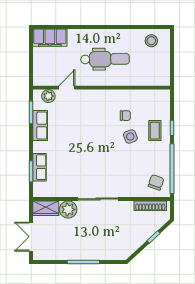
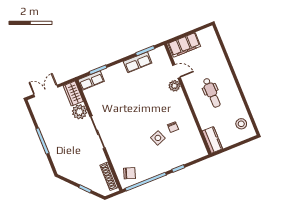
filing cabinet: (50, 38) -> (184, 45), moved, turned -90
dental chair: (105, 59) -> (212, 93), width x0.73, depth x0.72
kitchen counter: (156, 79) -> (212, 140), added
plant: (48, 96) -> (174, 86), moved
coffee table: (155, 131) -> (171, 156), removed
row of seats: (40, 167) -> (91, 80), moved

